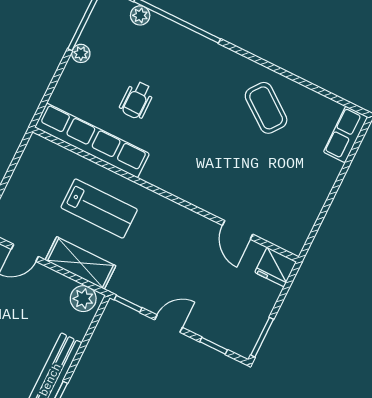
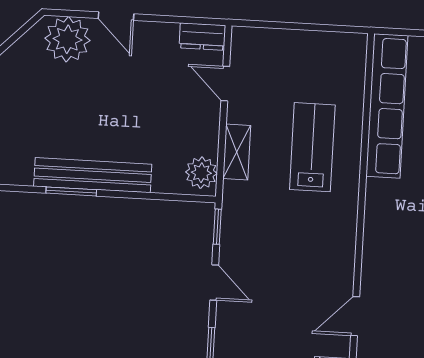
lab bench: (99, 209) -> (312, 147), turned 180
shelving: (80, 263) -> (237, 152), width x0.67, depth x0.75

